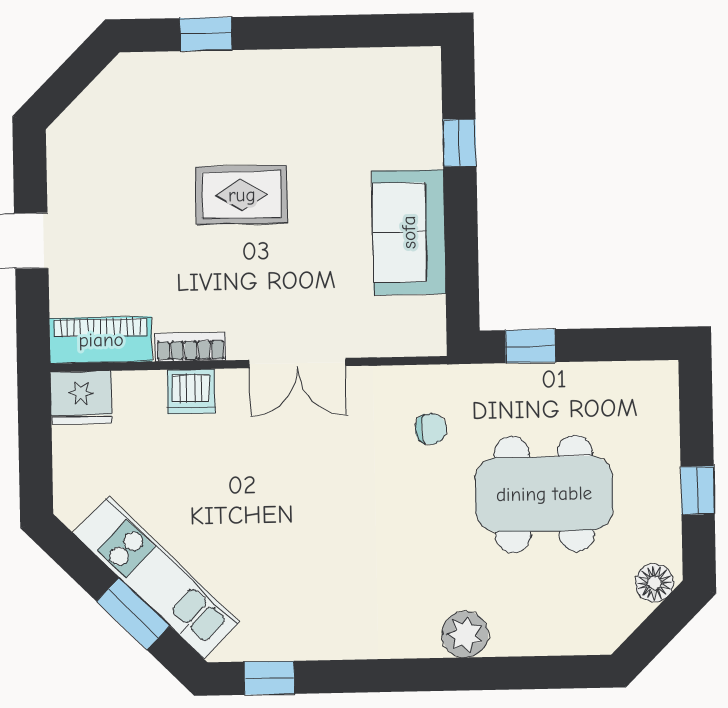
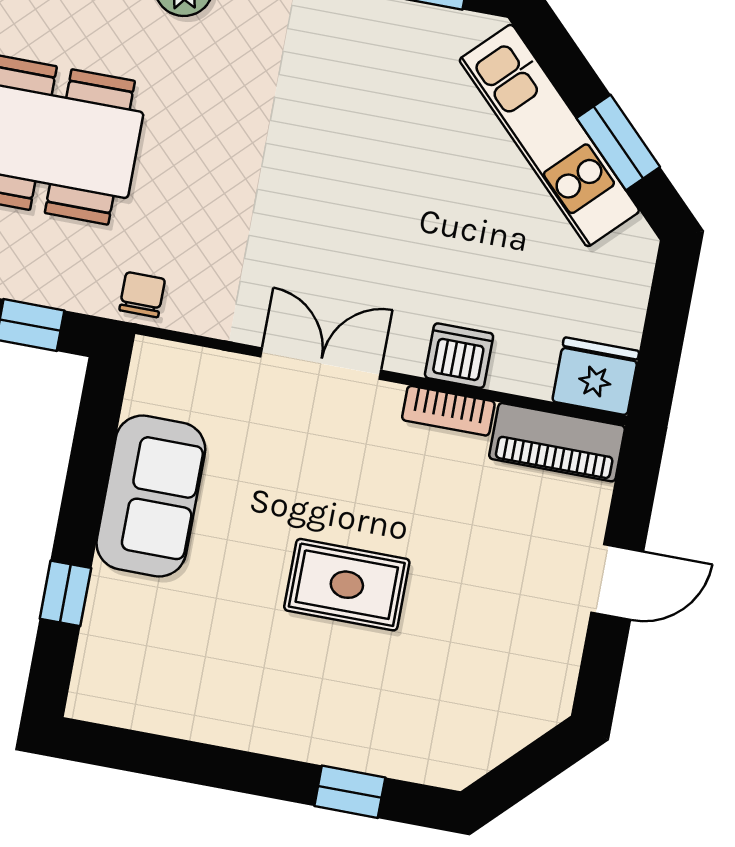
chair: (431, 429) -> (142, 295), moved, turned 90
window: (133, 614) -> (618, 143), moved

